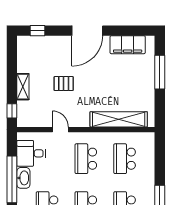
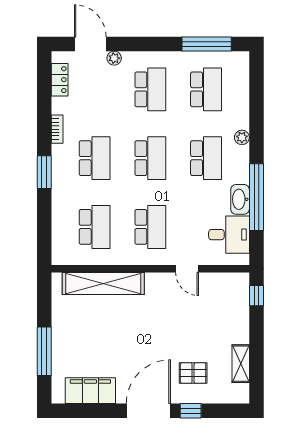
window: (37, 31) -> (191, 411), moved
pallet: (64, 84) -> (193, 373), moved
shelving: (23, 87) -> (241, 364), moved

